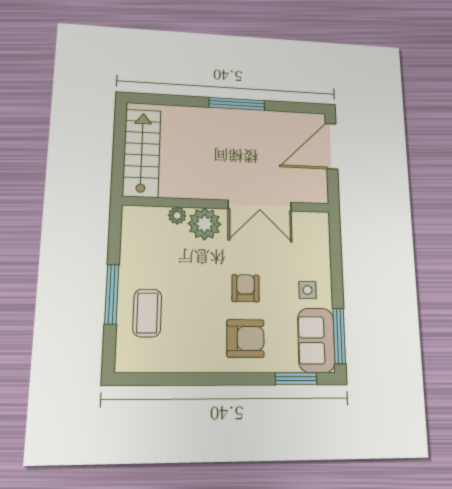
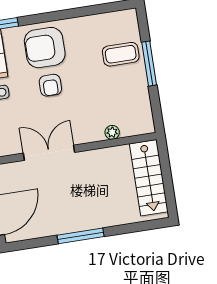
plant: (205, 224) -> (90, 130), removed
coffee table: (147, 313) -> (121, 54), turned 90
armchair: (245, 338) -> (45, 48), width x1.36, depth x1.36

